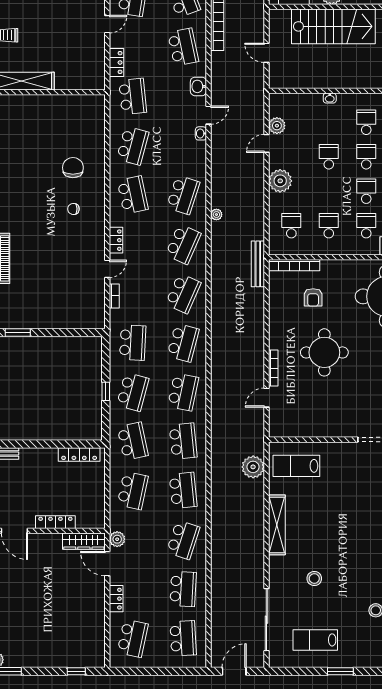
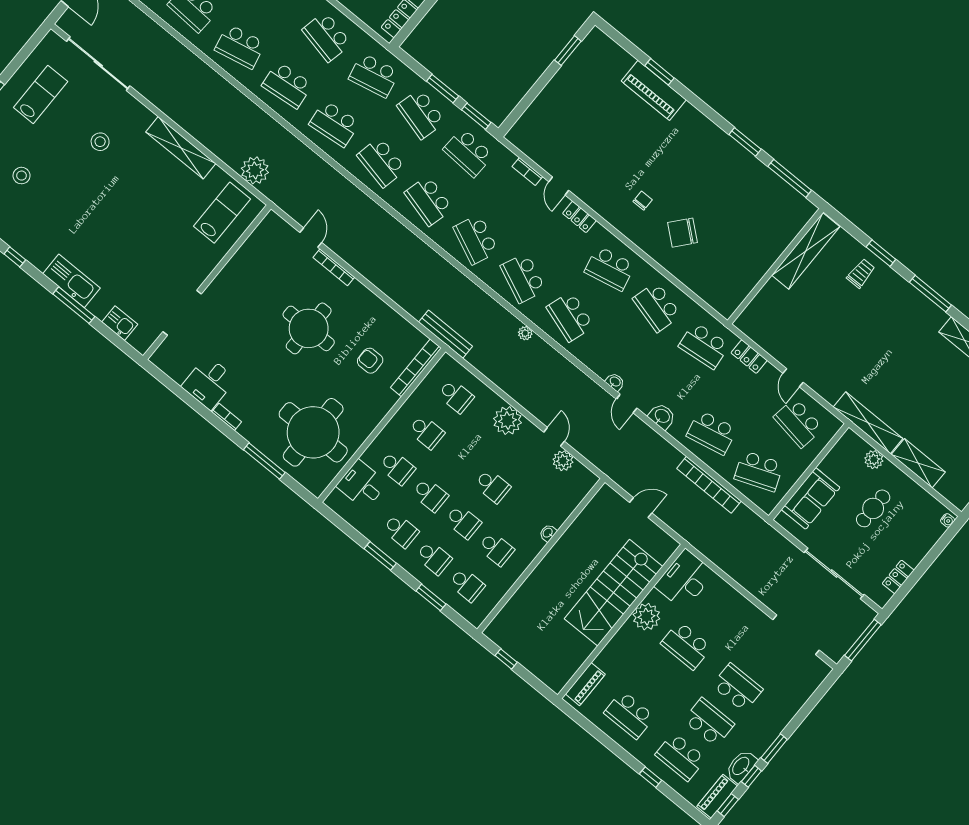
chair: (73, 168) -> (682, 233), turned 130
window: (106, 356) -> (476, 116), added
window: (106, 391) -> (443, 89), width x1.50
school desk: (183, 540) -> (240, 46), turned -30

